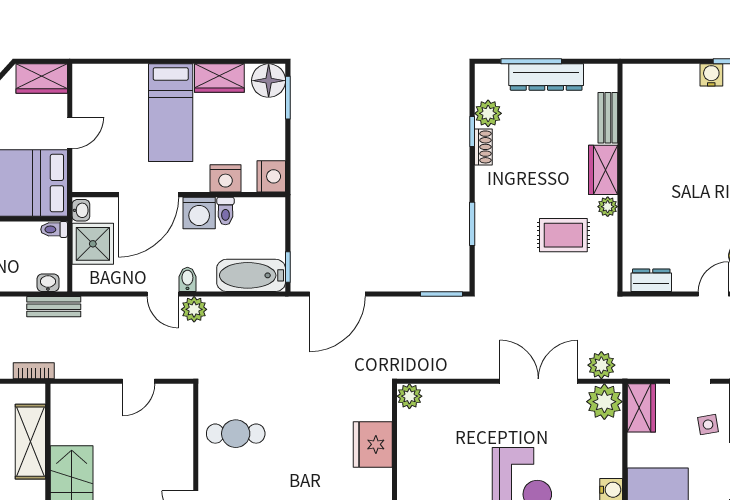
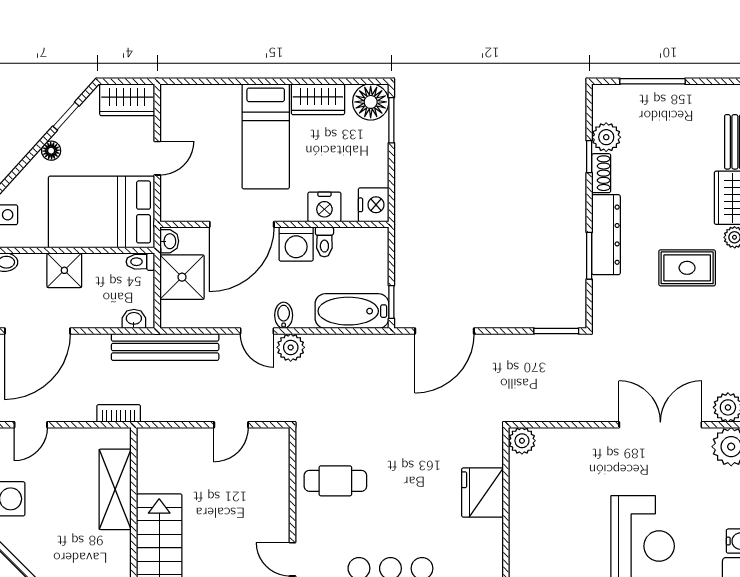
dresser: (546, 77) -> (606, 235), moved, turned -90
bench: (54, 307) -> (165, 347), width x1.86, depth x1.21

